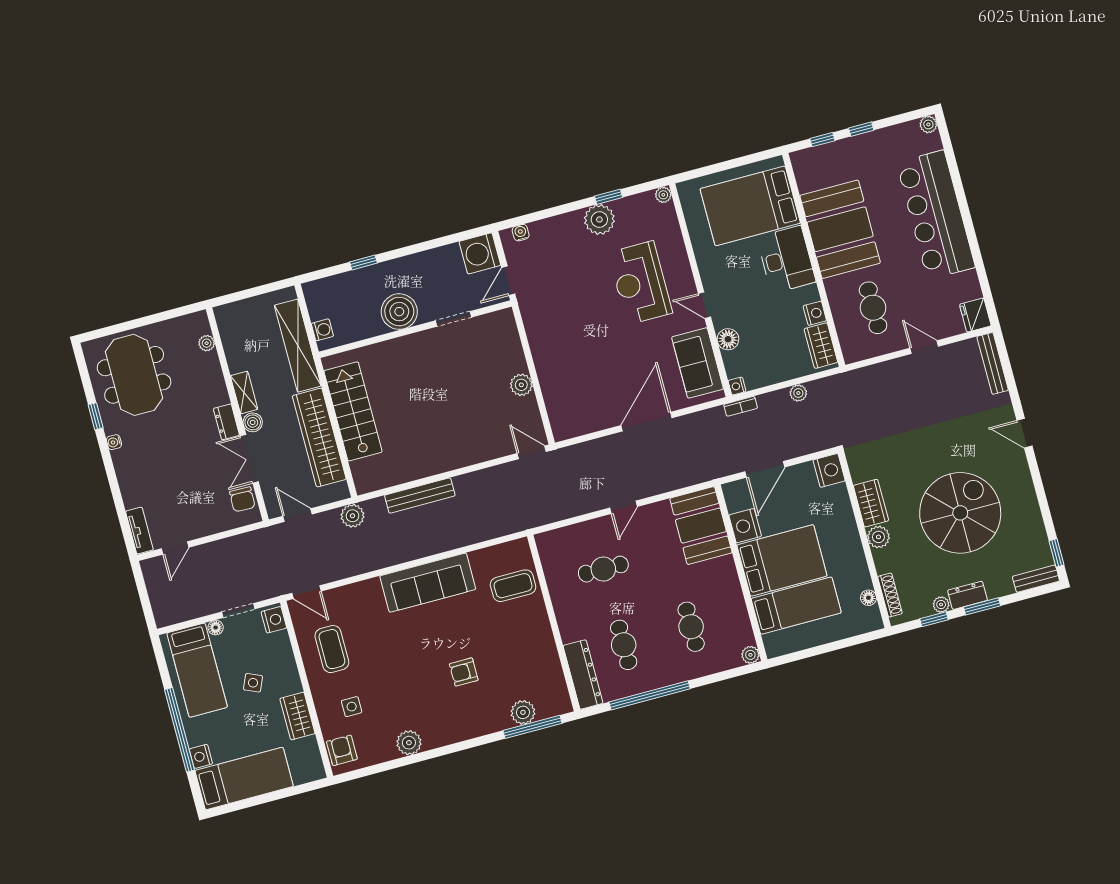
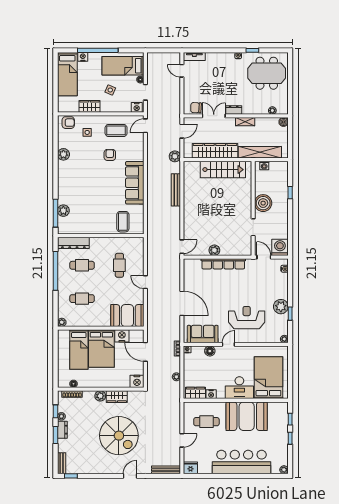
row of seats: (544, 359) -> (223, 264), added
boiler: (253, 422) -> (284, 122), moved
spiral stairs: (960, 513) -> (119, 436), moved
armchair: (464, 672) -> (110, 155), moved

